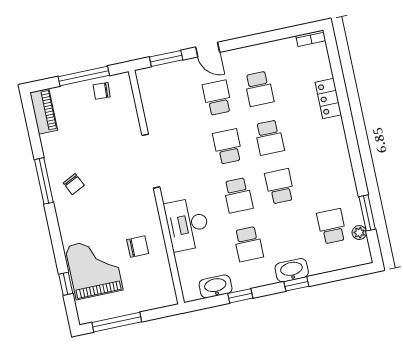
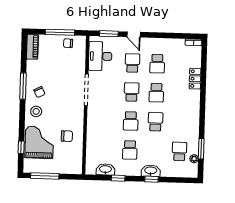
stool: (76, 218) -> (36, 111), added
desk: (187, 224) -> (100, 56), moved

